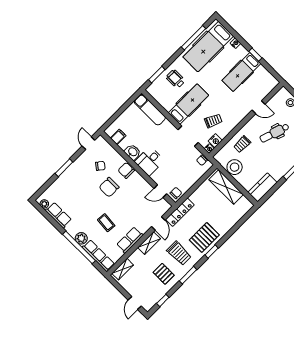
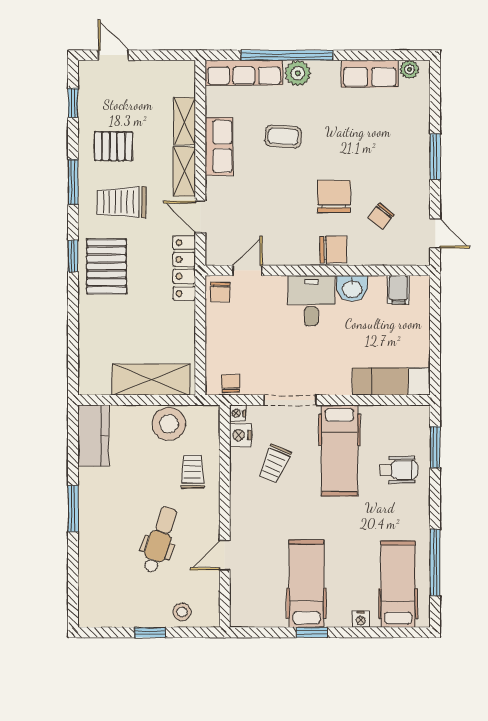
hospital bed: (208, 47) -> (398, 584), width x0.73, depth x0.78
shelving: (123, 269) -> (185, 121), moved

